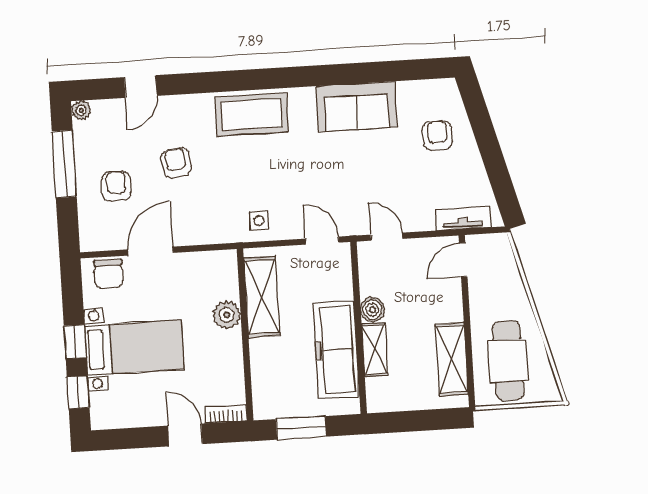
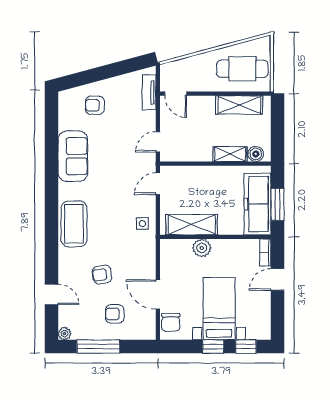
chair: (108, 274) -> (171, 322), turned 90
boiler: (372, 310) -> (256, 154), moved
freezer: (336, 350) -> (257, 204), moved, turned 90

